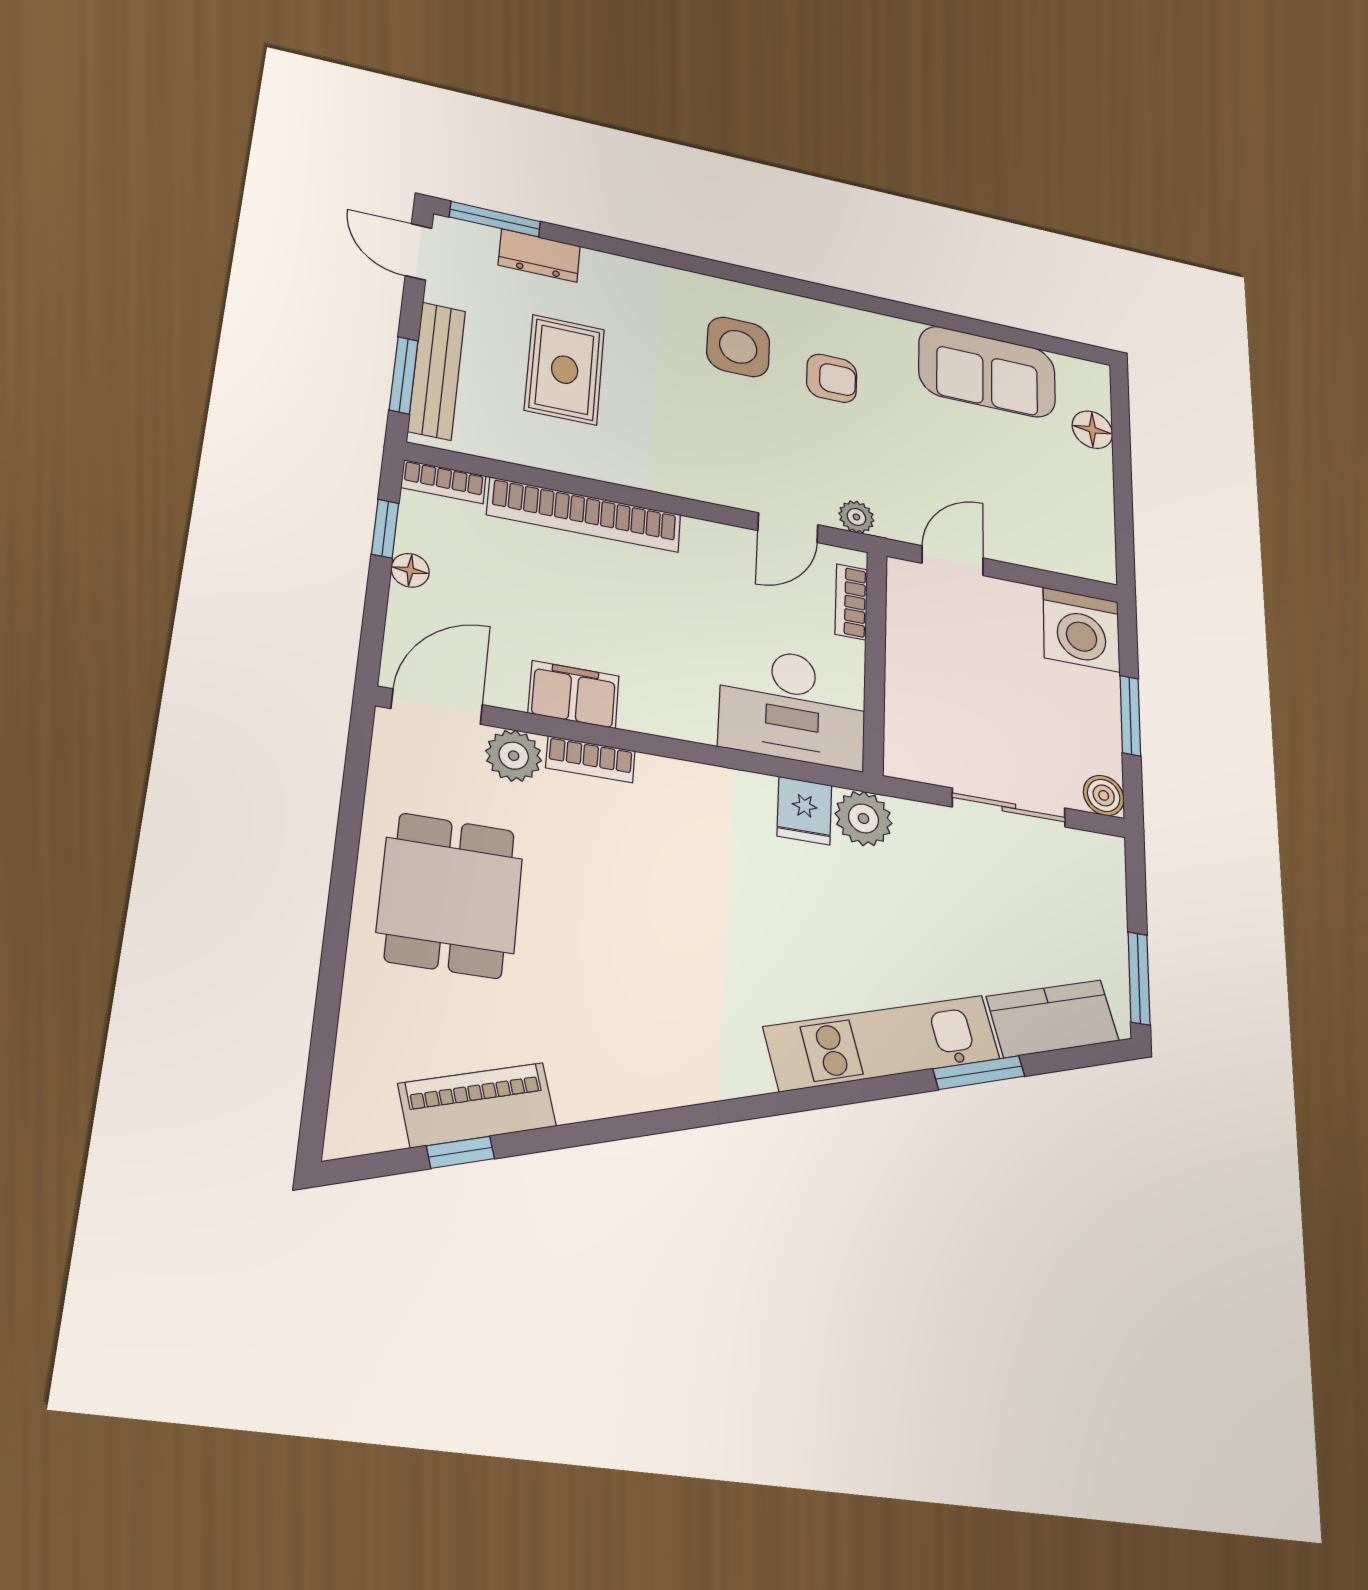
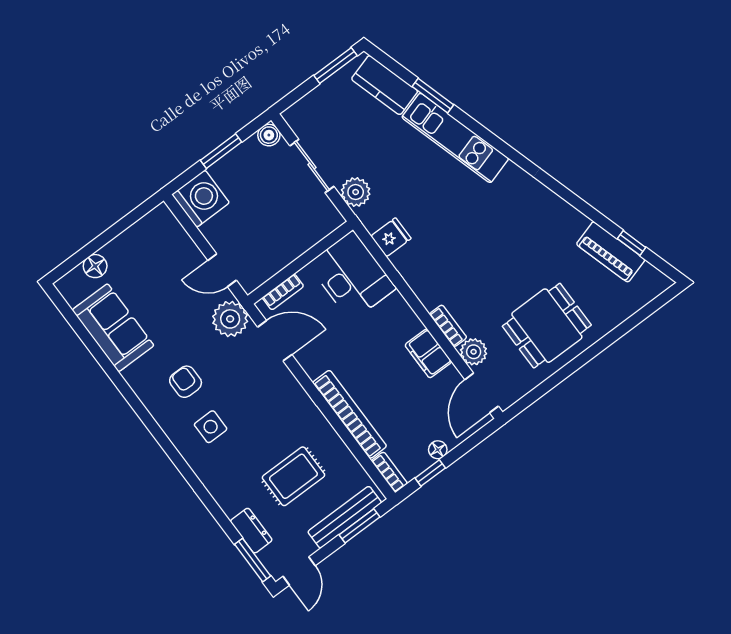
side table: (738, 347) -> (211, 427), width x0.73, depth x0.73
plant: (856, 517) -> (230, 319), width x1.87, depth x1.87
door: (788, 528) -> (275, 341), width x1.38
door: (437, 707) -> (482, 393), hinge flipped
plant: (864, 818) -> (356, 192), moved

